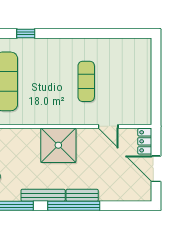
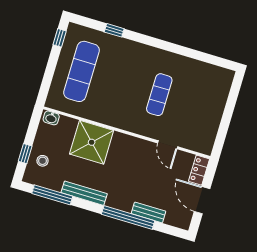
shower: (58, 145) -> (92, 142), moved
bench: (82, 195) -> (149, 212), moved
window: (74, 206) -> (128, 217), moved

